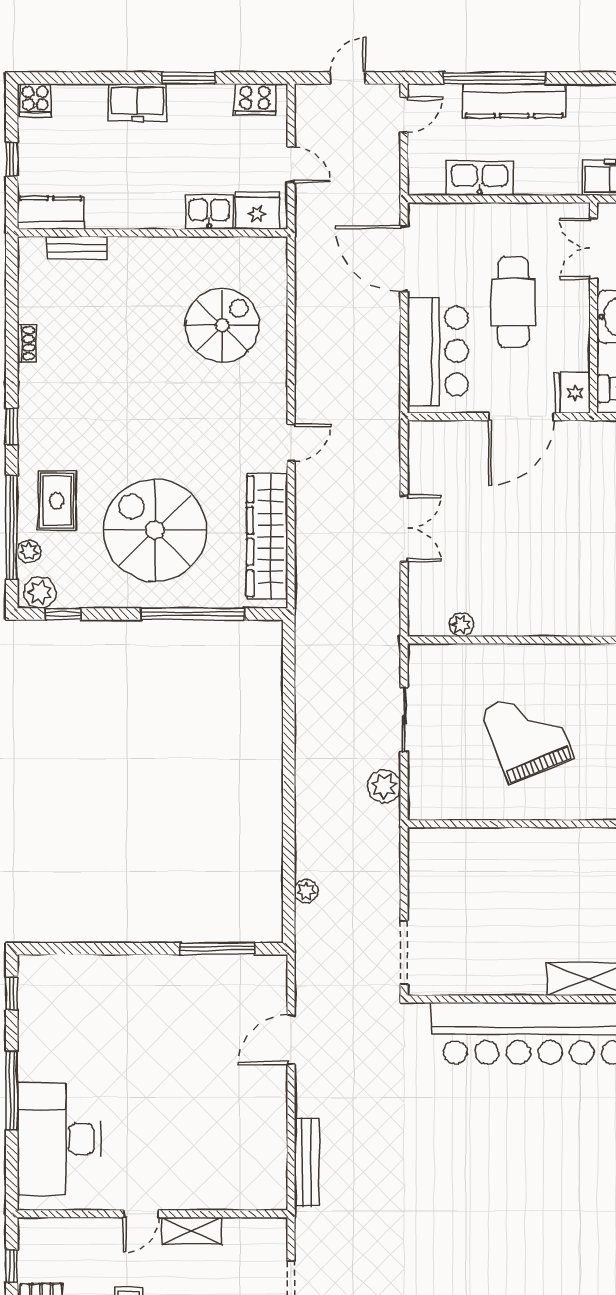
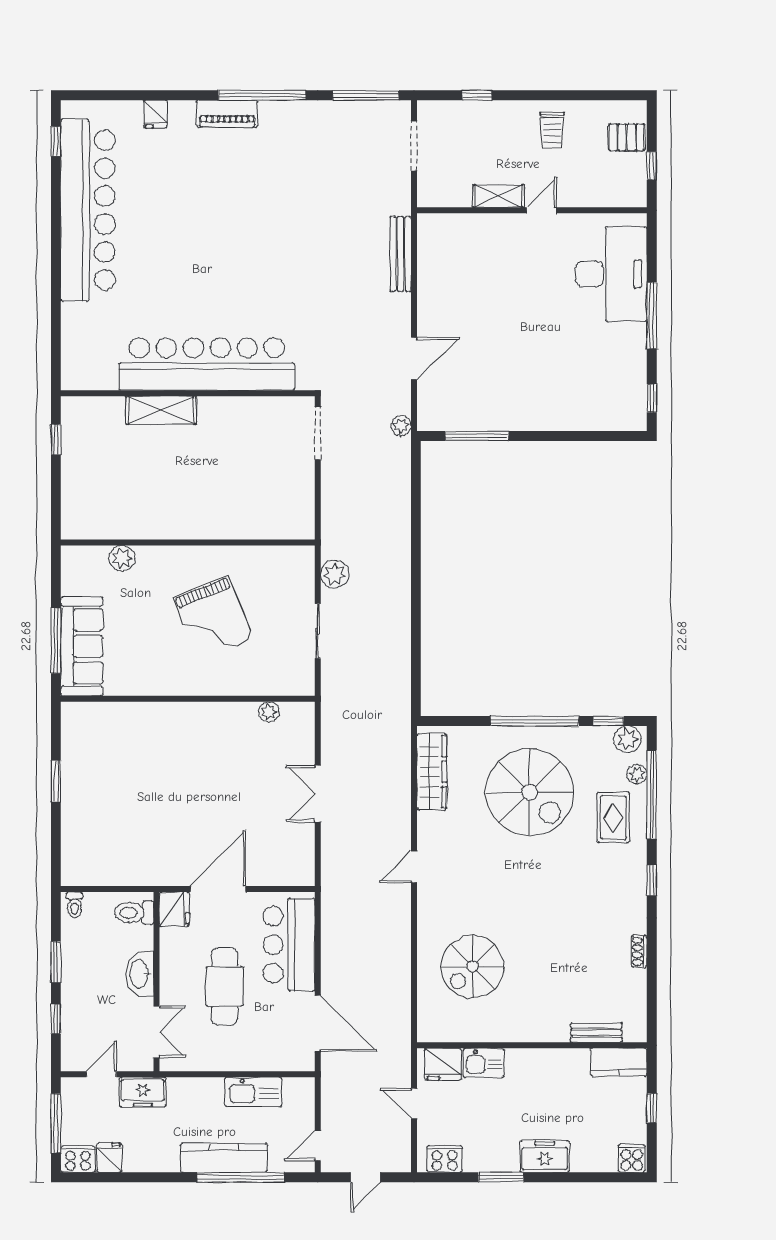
wardrobe: (267, 536) -> (432, 772), width x0.71, depth x0.85
window: (193, 614) -> (535, 721), moved
plant: (306, 891) -> (401, 426), moved

